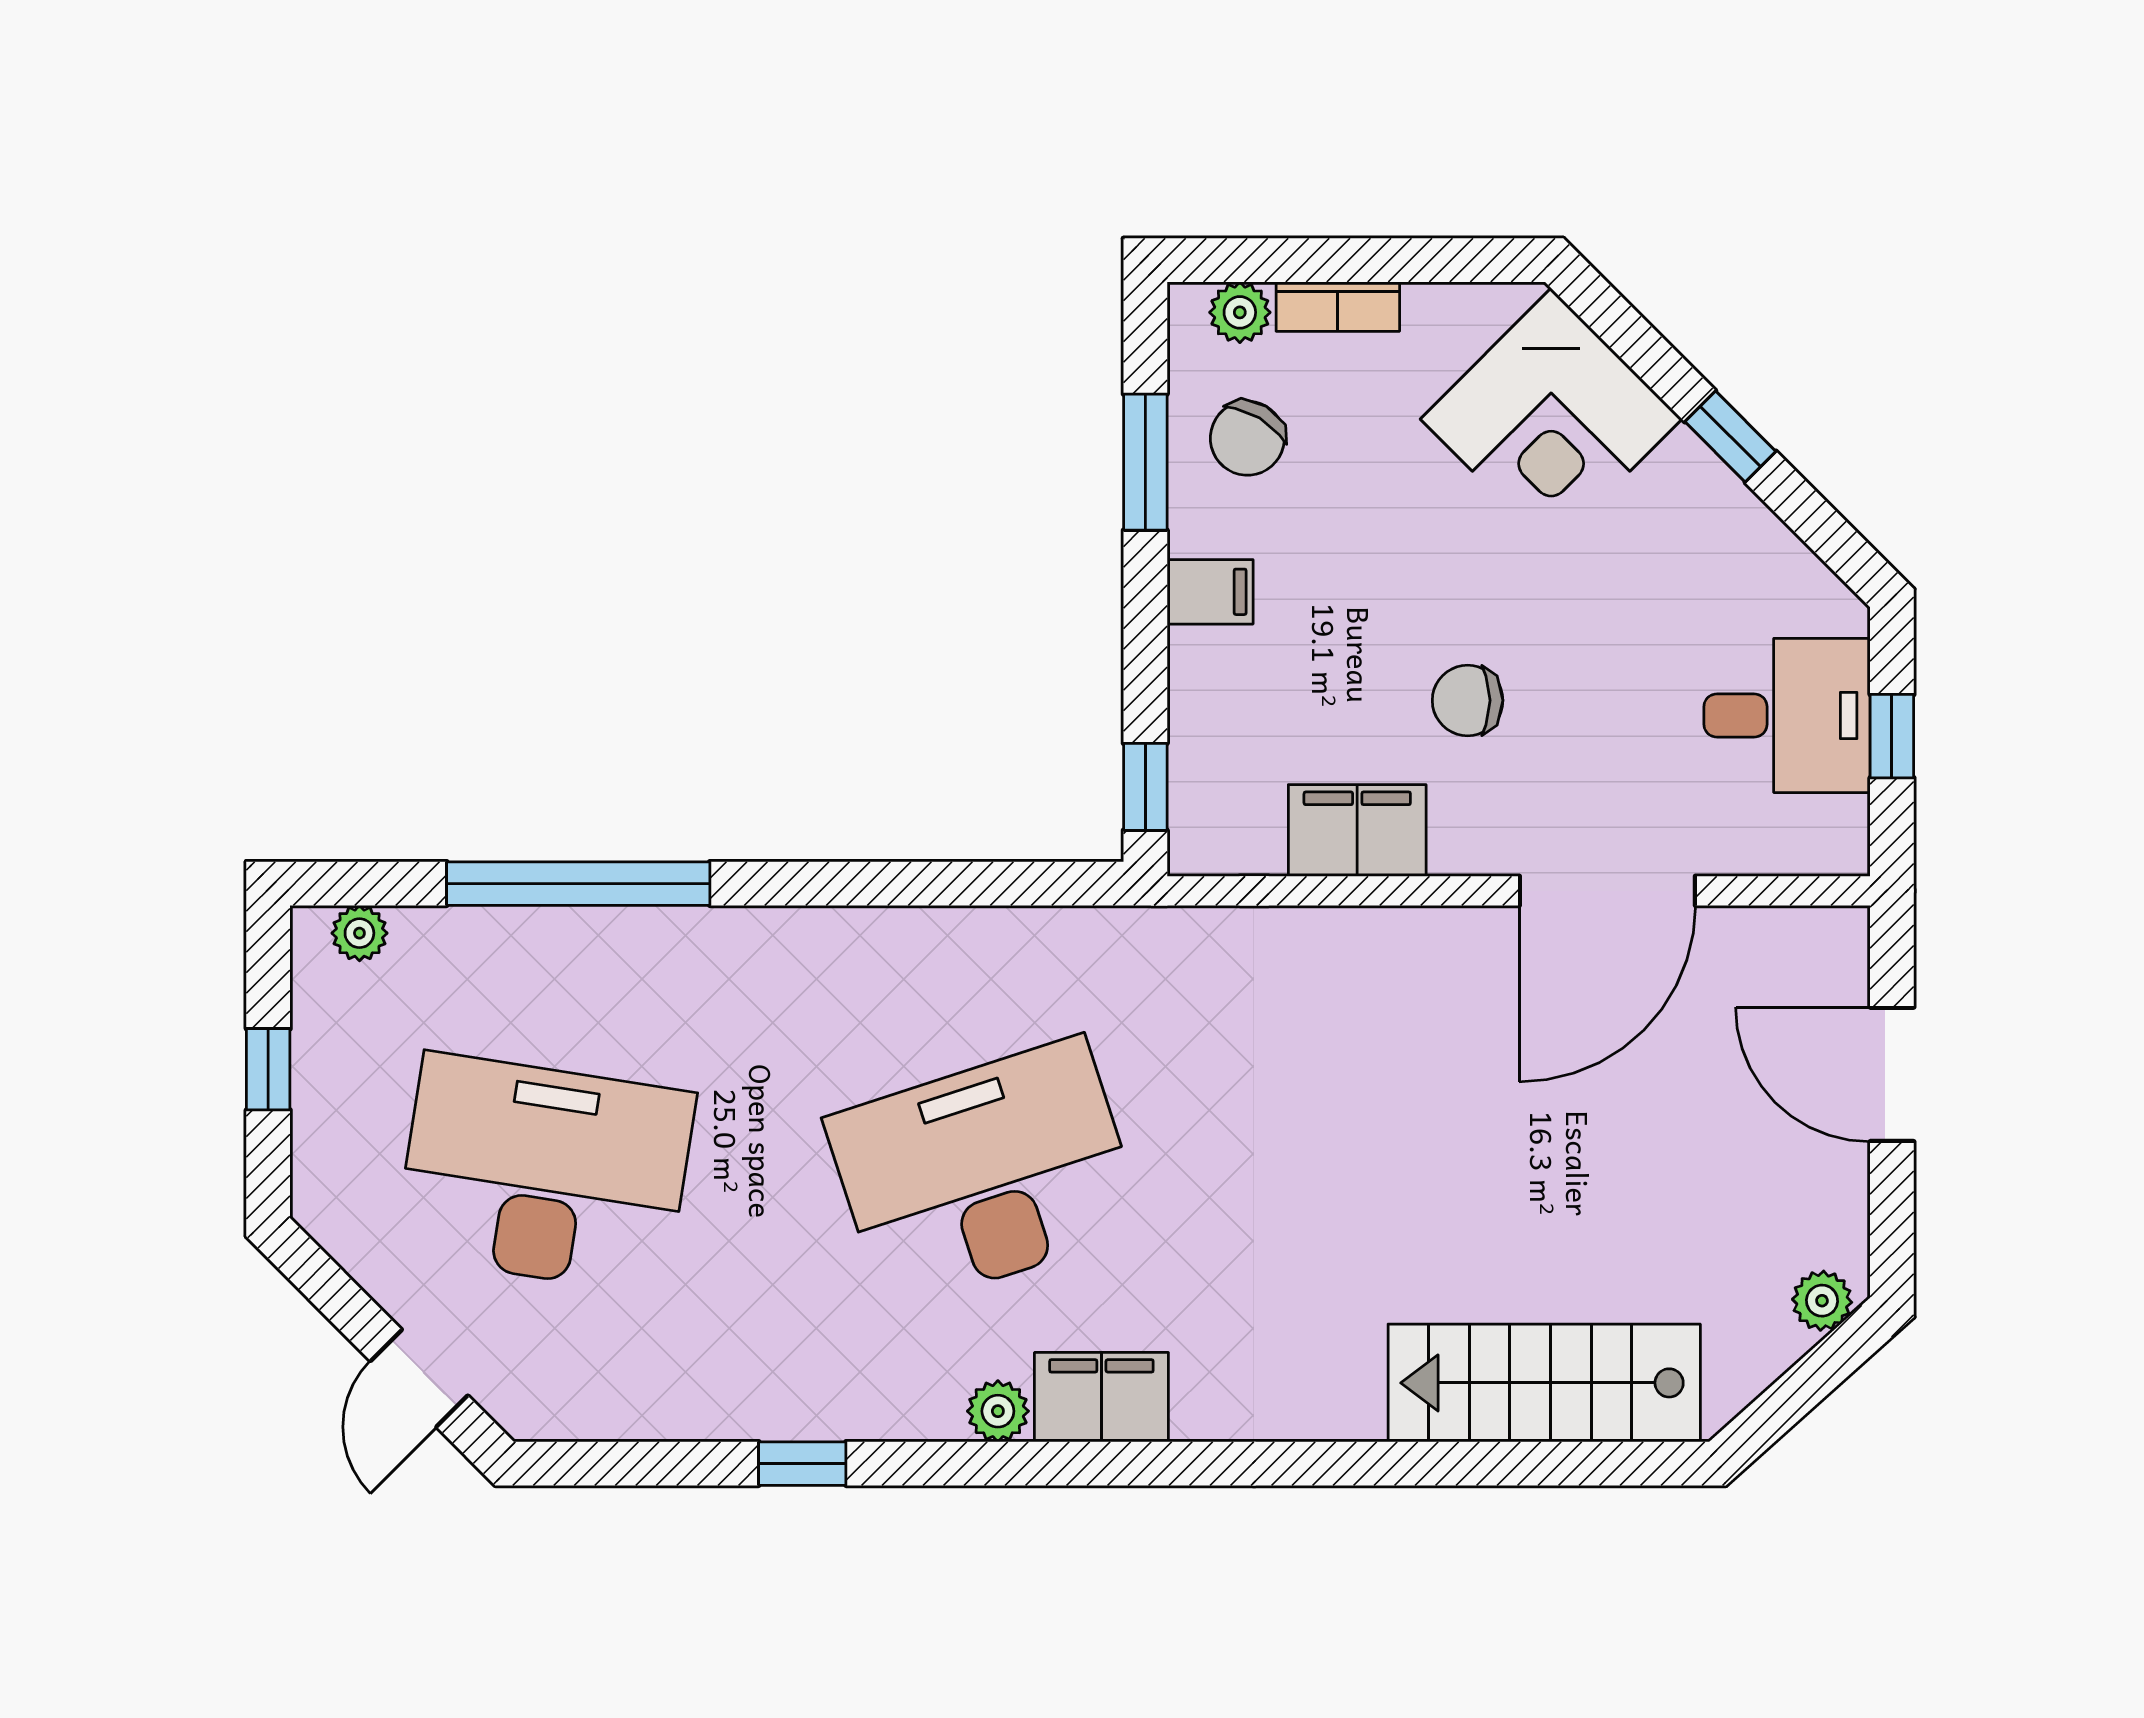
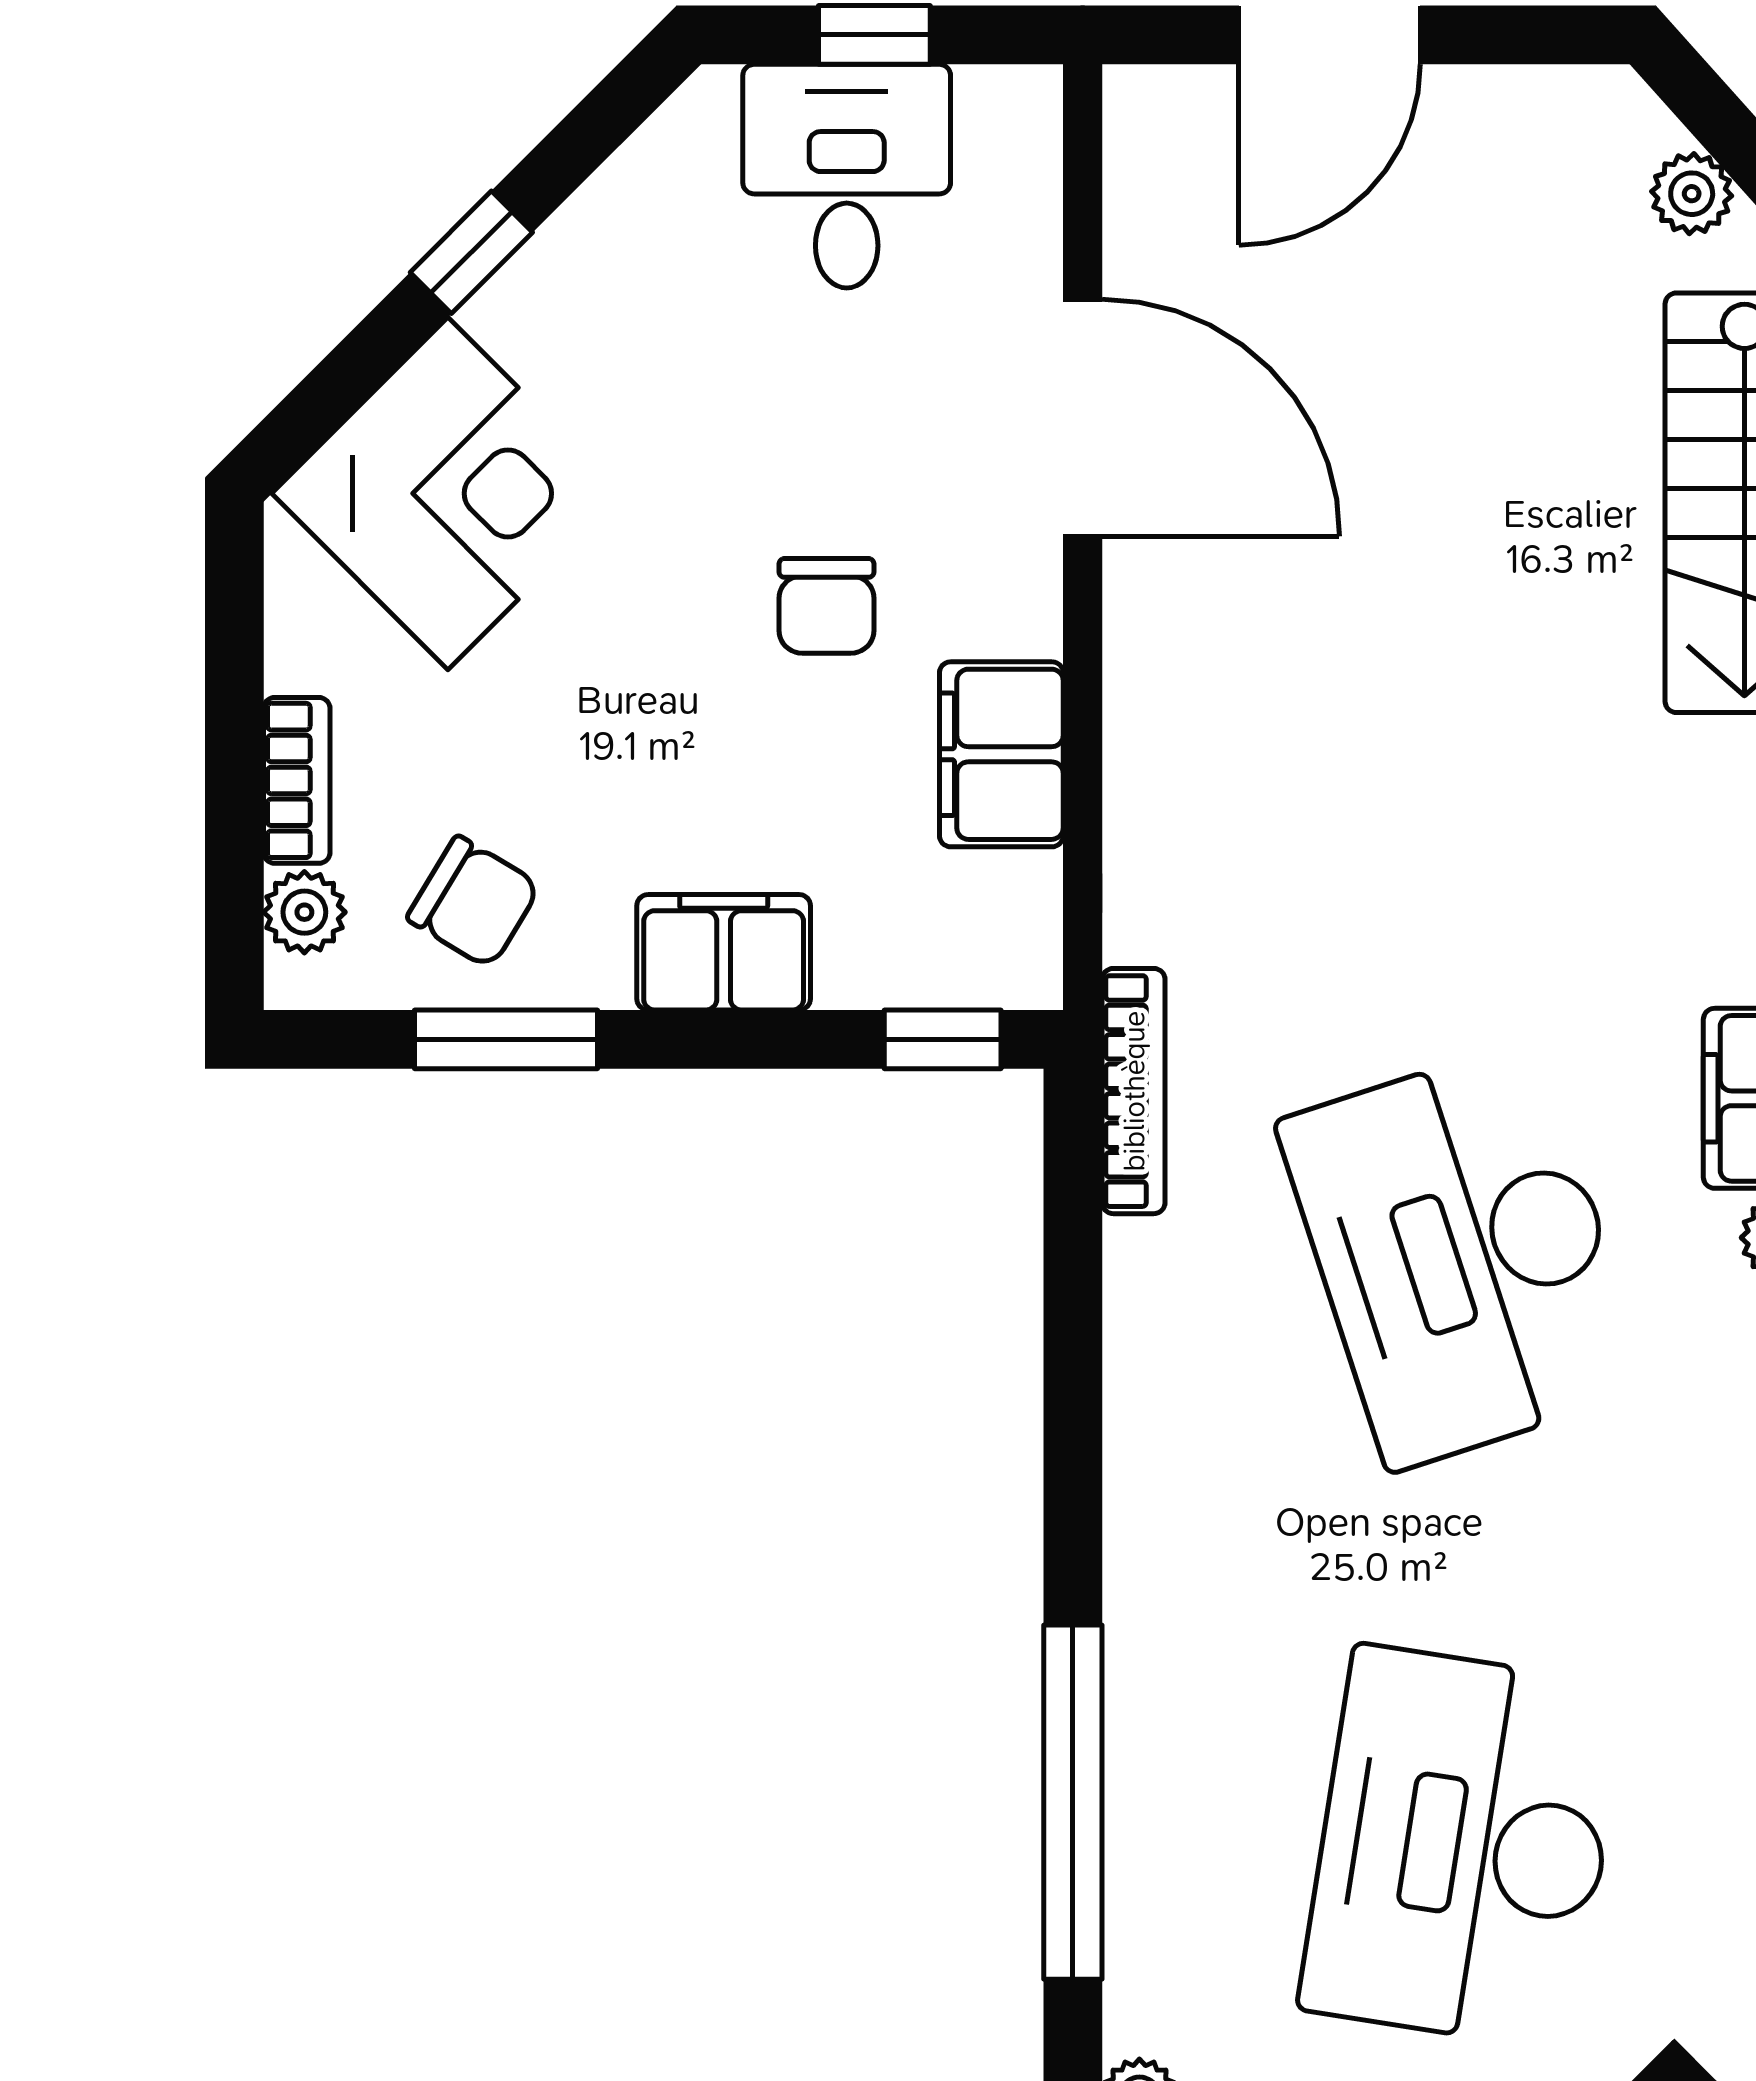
filing cabinet: (1210, 592) -> (724, 952), width x2.00
bookcase: (1107, 929) -> (1134, 1091), added
plant: (1822, 1301) -> (1692, 194), moved

